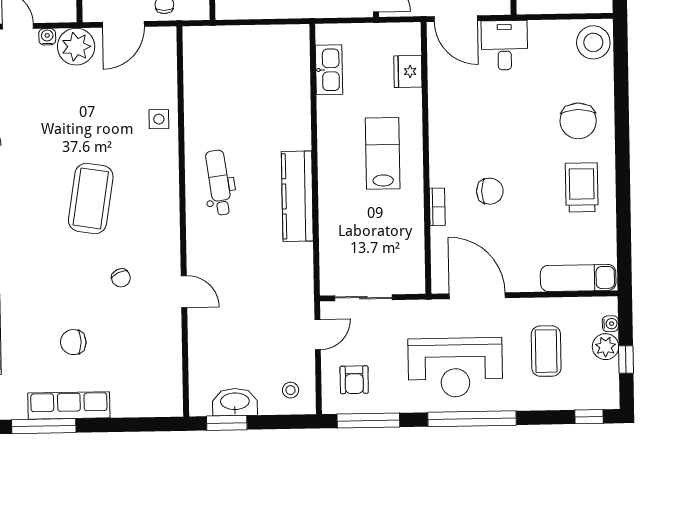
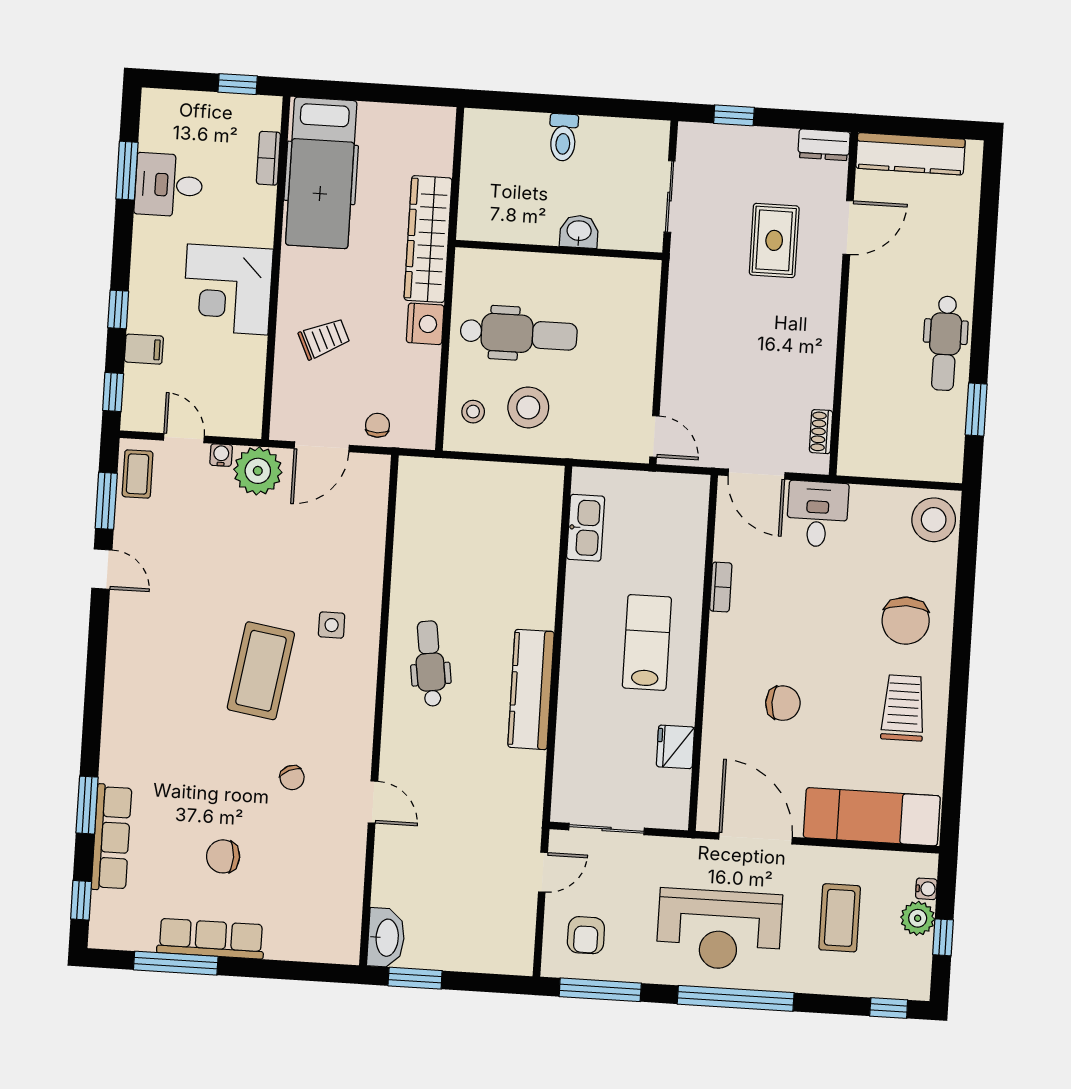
fridge: (408, 72) -> (675, 747), moved
side table: (159, 119) -> (332, 625), moved
bookcase: (437, 207) -> (721, 587), moved
exam couch: (578, 278) -> (872, 817), width x1.36, depth x1.45
stool: (291, 390) -> (502, 942), removed
washbasin: (235, 402) -> (386, 938), moved, turned 90

